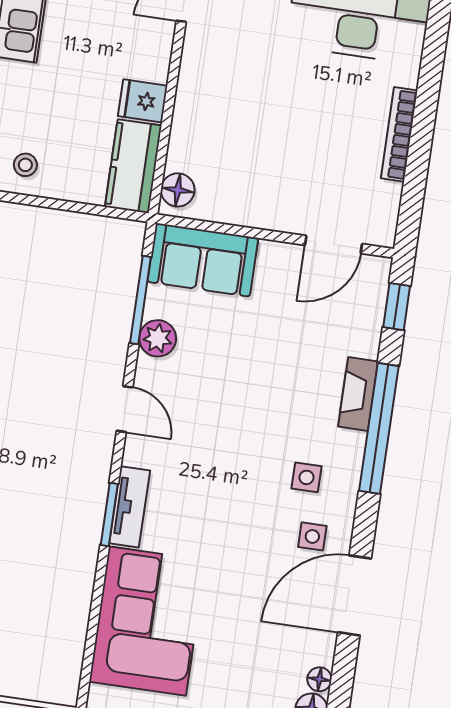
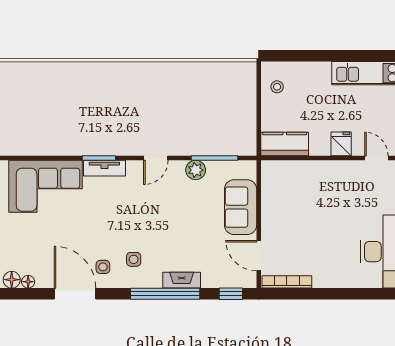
fridge: (143, 101) -> (341, 144), moved
bookcase: (399, 134) -> (287, 282), moved
floor lamp: (178, 190) -> (276, 169), removed
sofa: (203, 260) -> (241, 207), moved

